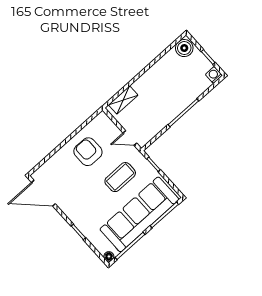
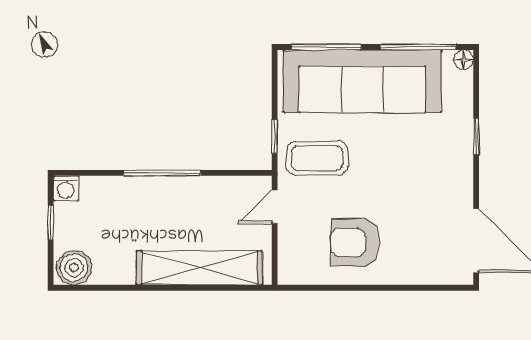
shelving: (123, 100) -> (199, 268), width x2.20, depth x1.33
door: (130, 138) -> (275, 207), swing flipped
armchair: (88, 152) -> (355, 242), turned 91
coffee table: (120, 177) -> (317, 158), moved

